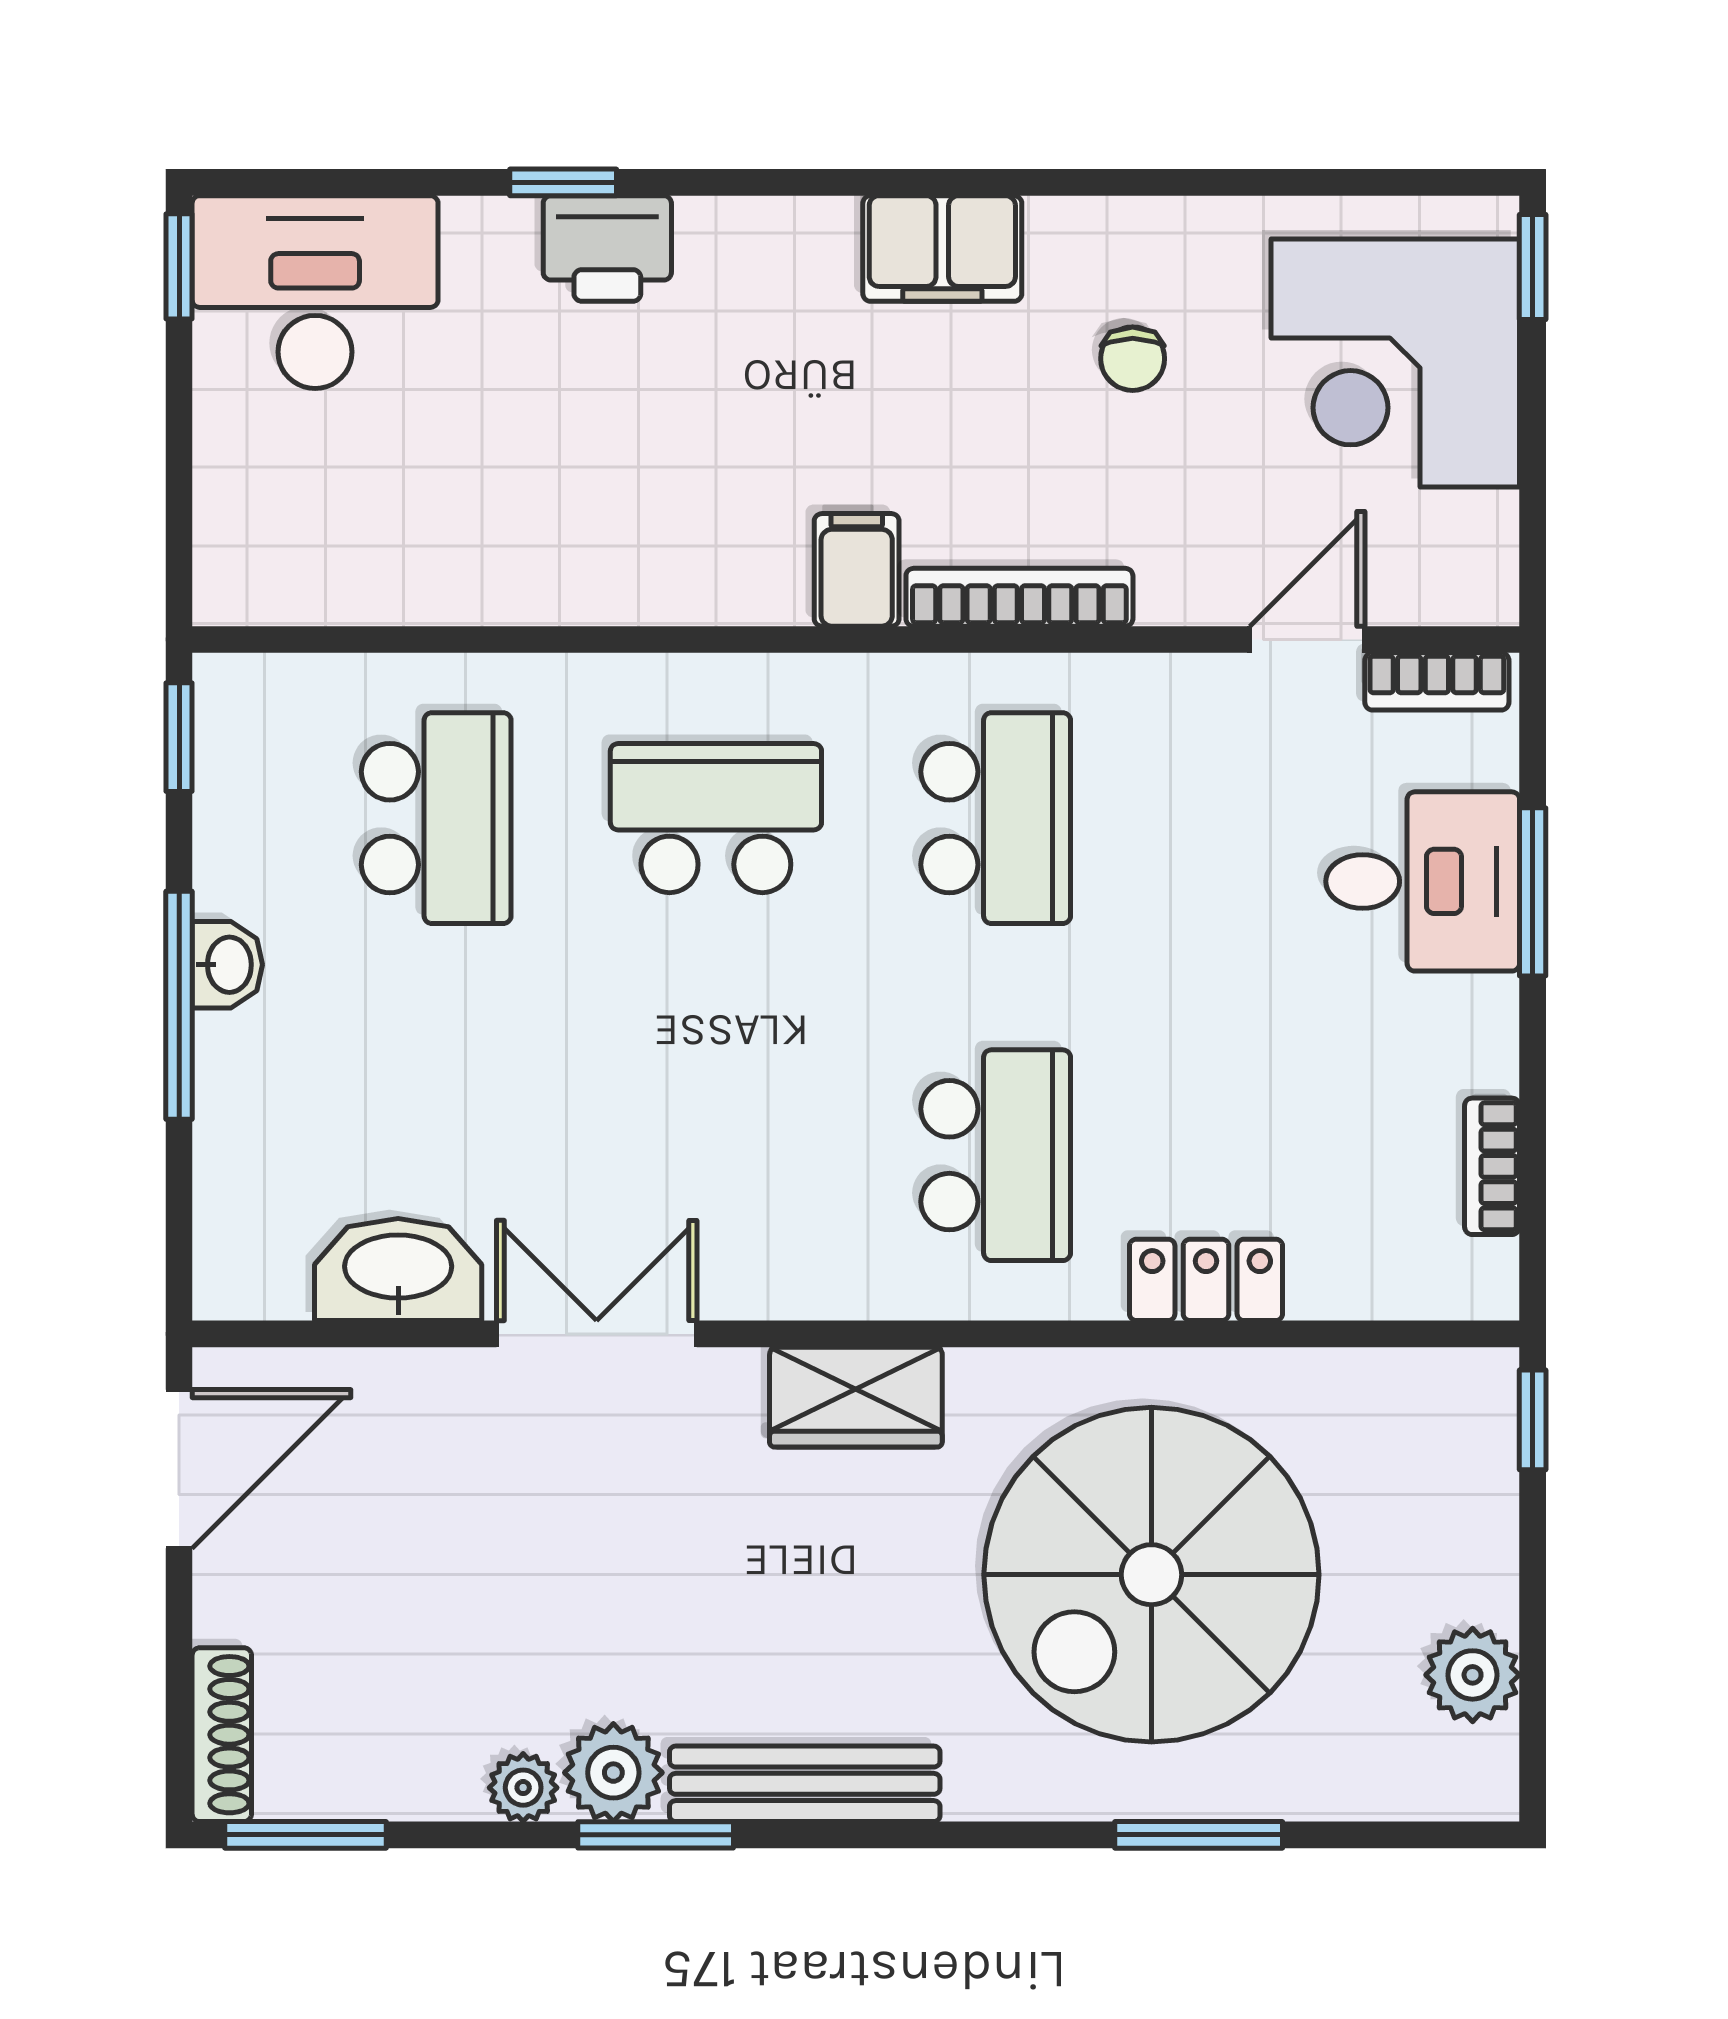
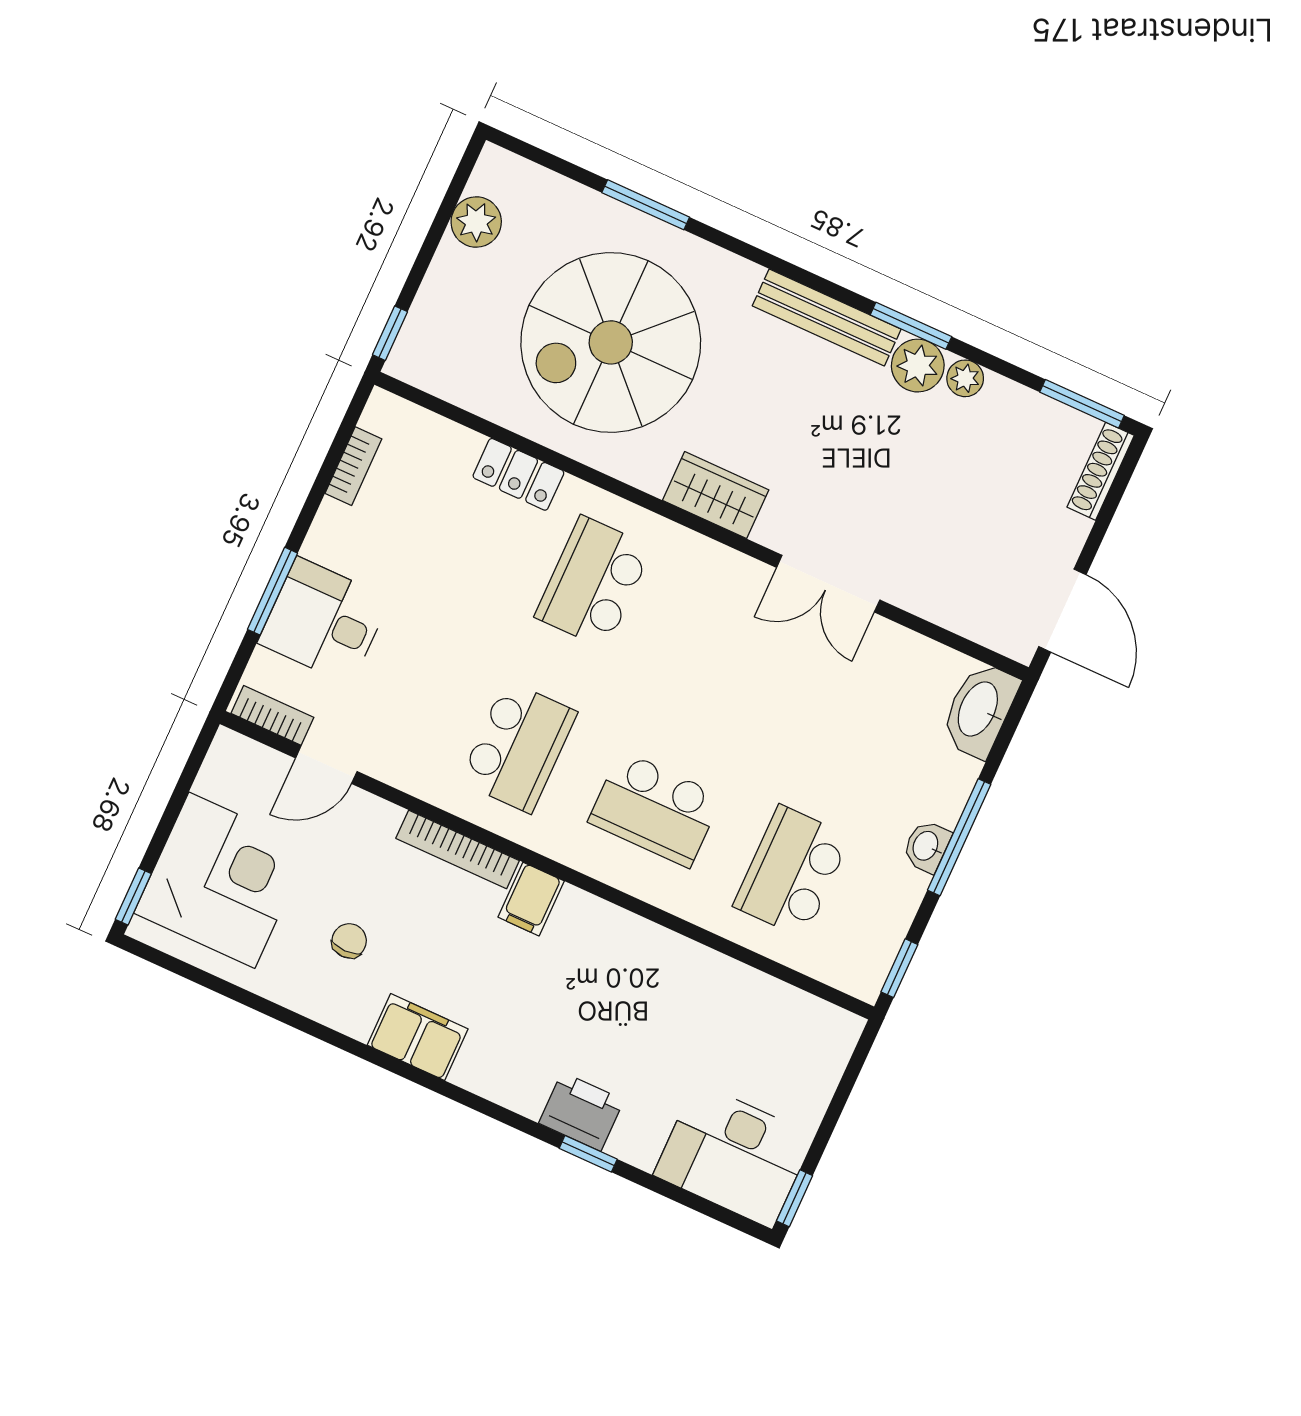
school desk: (996, 818) -> (518, 747), turned 180
washbasin: (398, 1270) -> (979, 710), moved, turned 90
door: (179, 1469) -> (1062, 611), swing flipped
spiral stairs: (1151, 1575) -> (611, 342), turned 180

